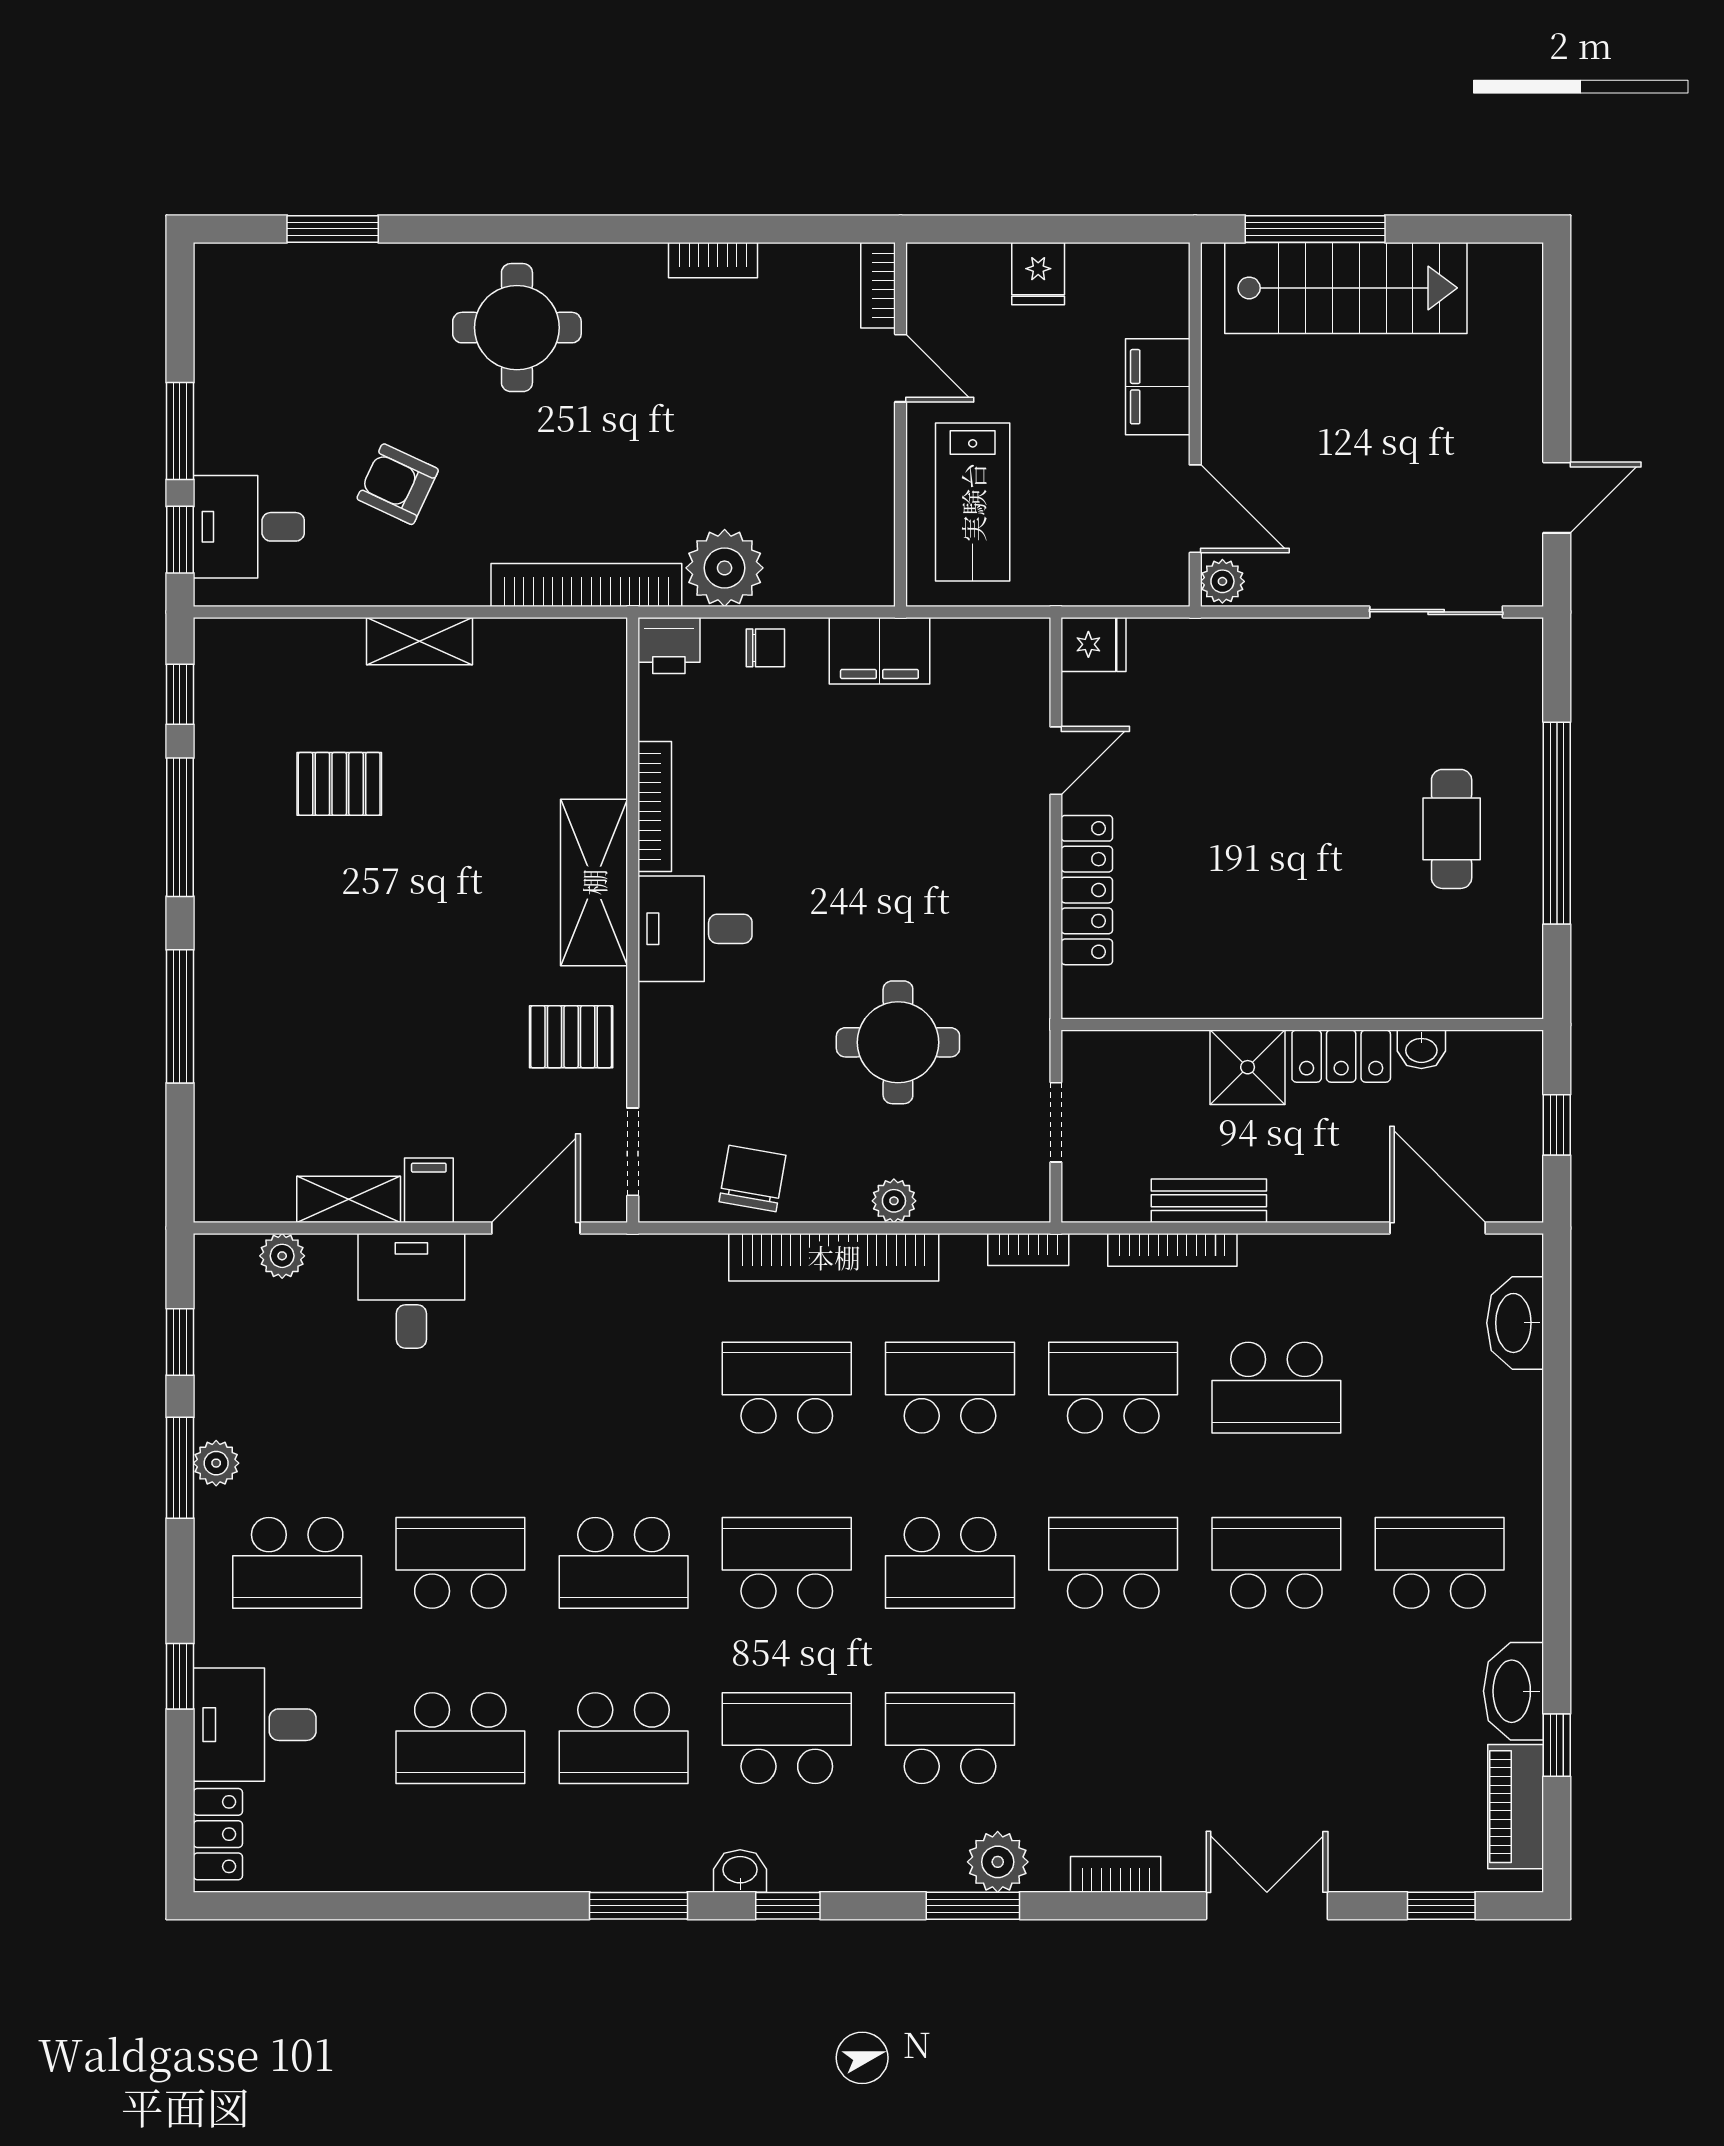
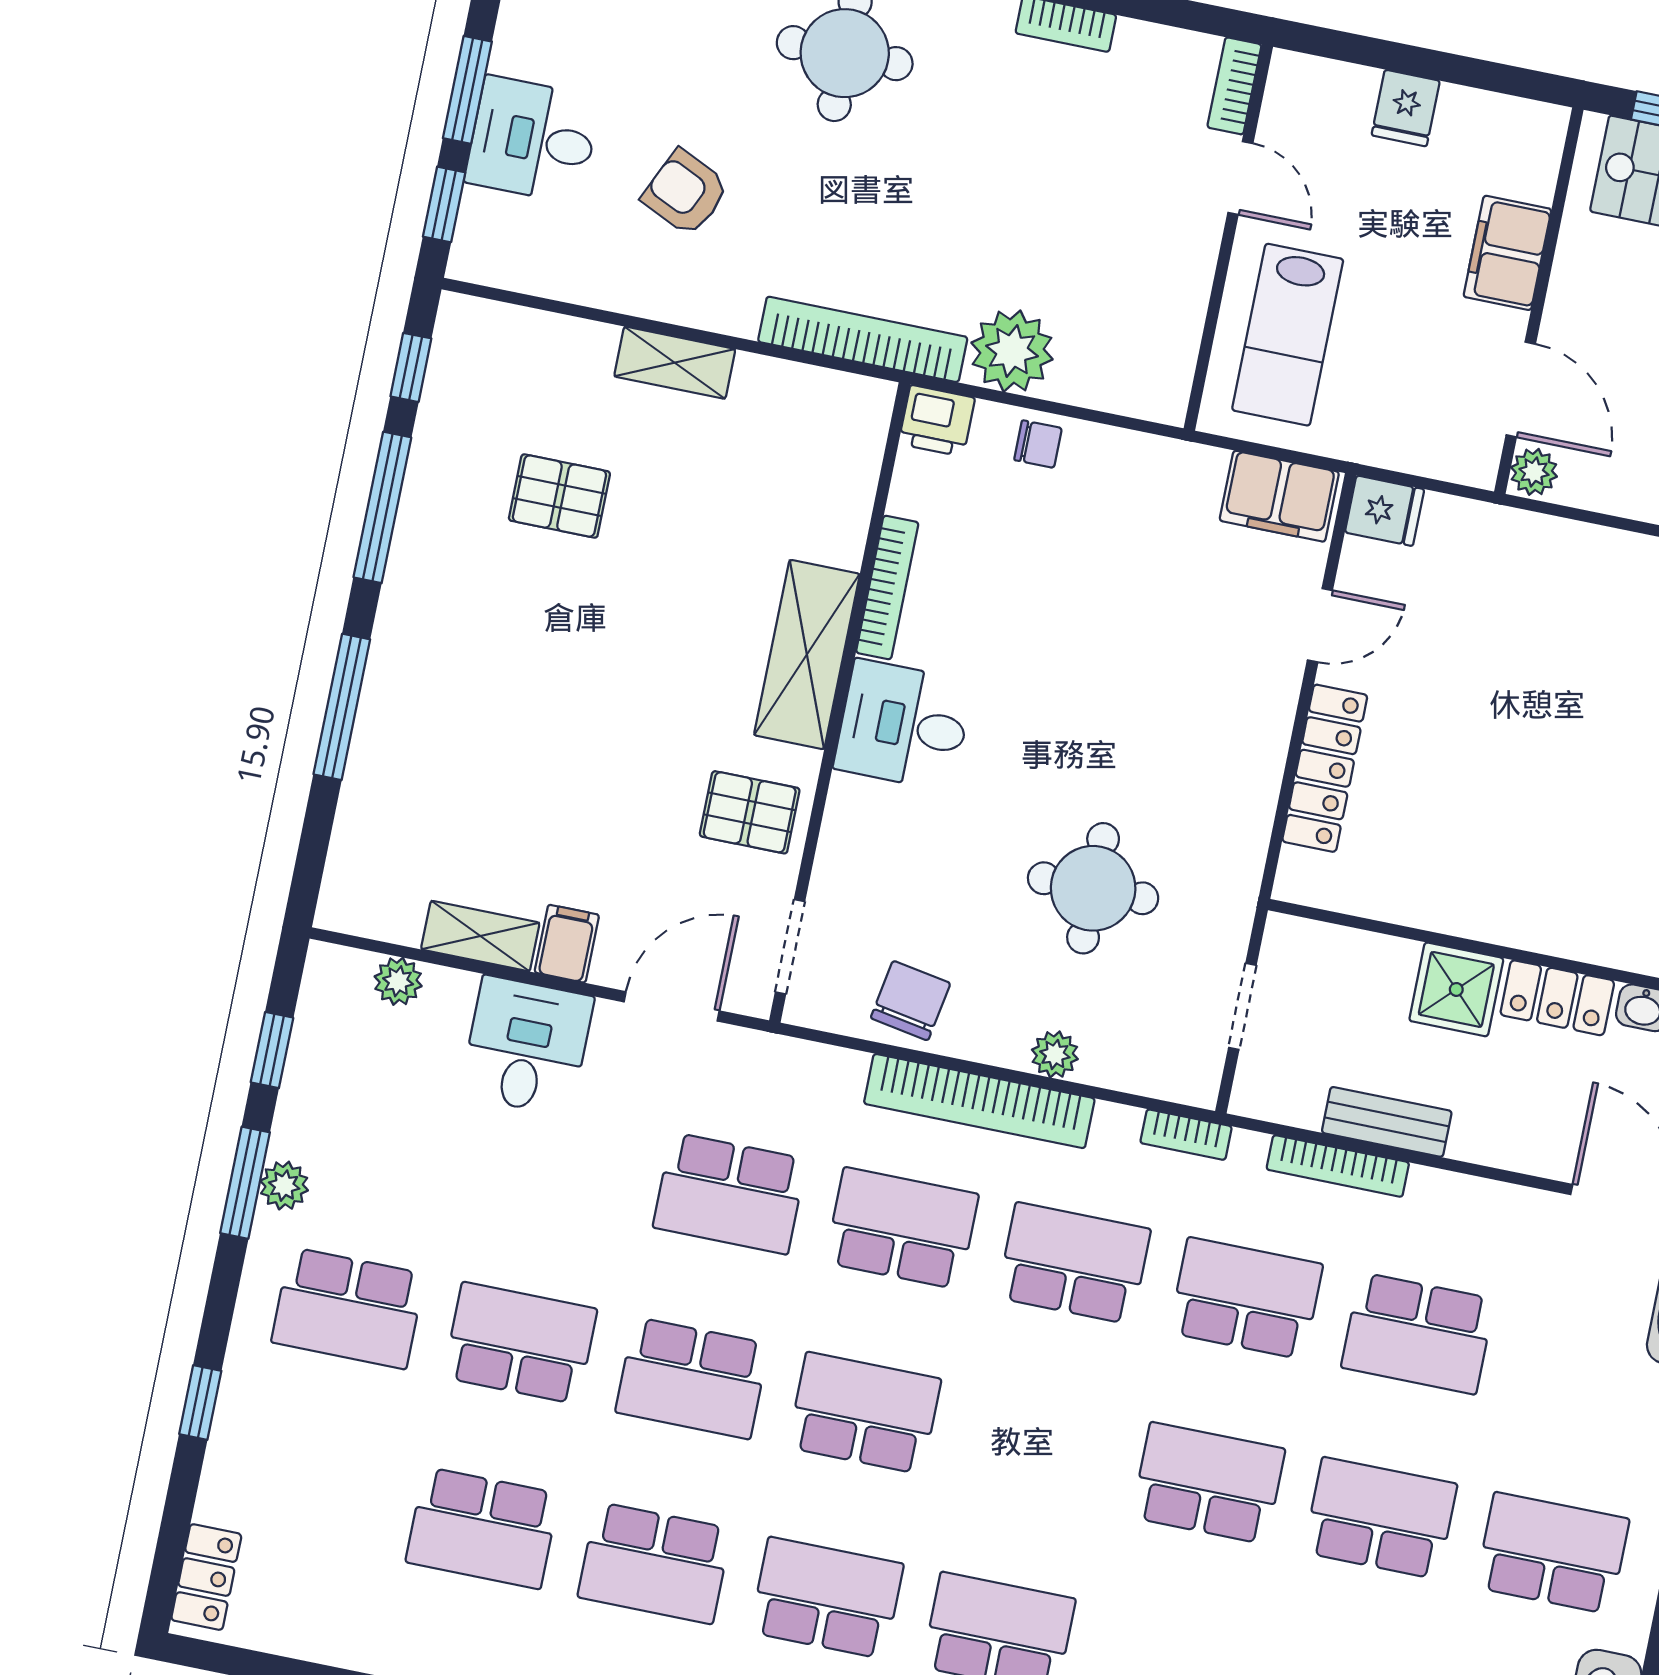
desk: (249, 527) -> (533, 140), moved
filing cabinet: (879, 651) -> (1279, 496), moved
school desk: (950, 1563) -> (730, 1193), moved
desk: (255, 1725) -> (269, 1470), removed

